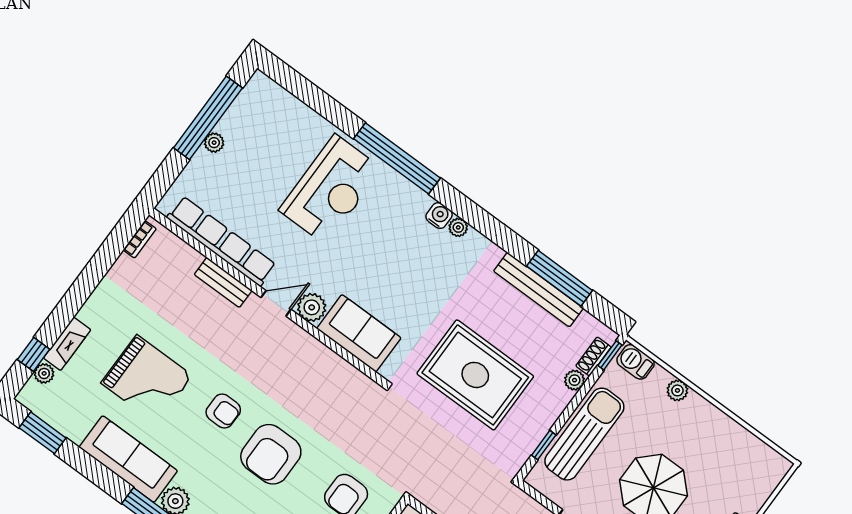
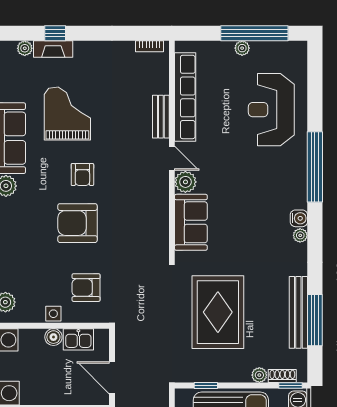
reception desk: (330, 189) -> (271, 110), moved, turned 90
window: (34, 354) -> (55, 33), moved
grand piano: (147, 379) -> (67, 114), turned 180

